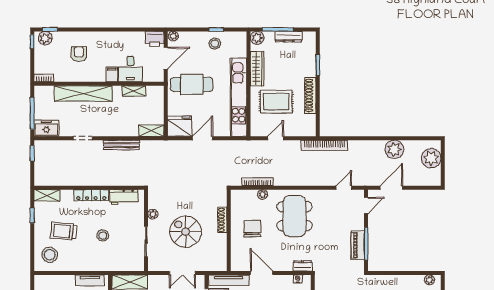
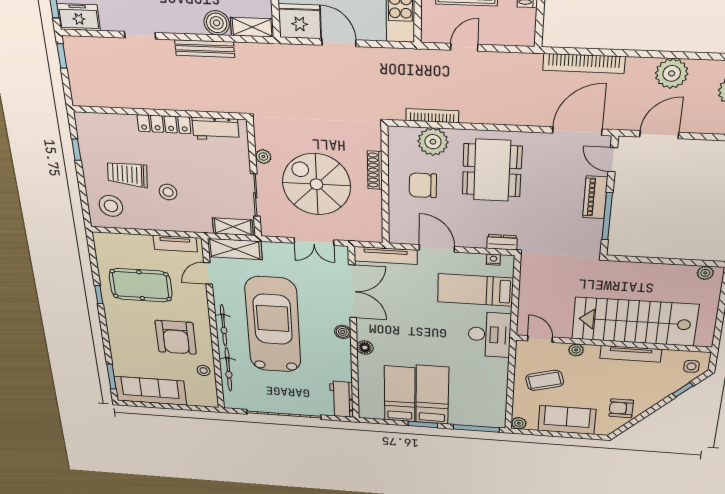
boiler: (130, 129) -> (217, 23), added
door: (202, 138) -> (339, 43), hinge flipped
bookcase: (324, 145) -> (584, 63), moved
door: (344, 188) -> (577, 131), width x1.87
plant: (263, 194) -> (433, 142), width x1.88, depth x1.88
shelving: (47, 195) -> (233, 227), moved
door: (366, 205) -> (613, 160), swing flipped
chair: (252, 229) -> (423, 185), turned -90
spiral stairs: (186, 232) -> (316, 184), width x1.37, depth x1.37
stool: (103, 235) -> (168, 192), moved
piano: (358, 245) -> (595, 197), moved

